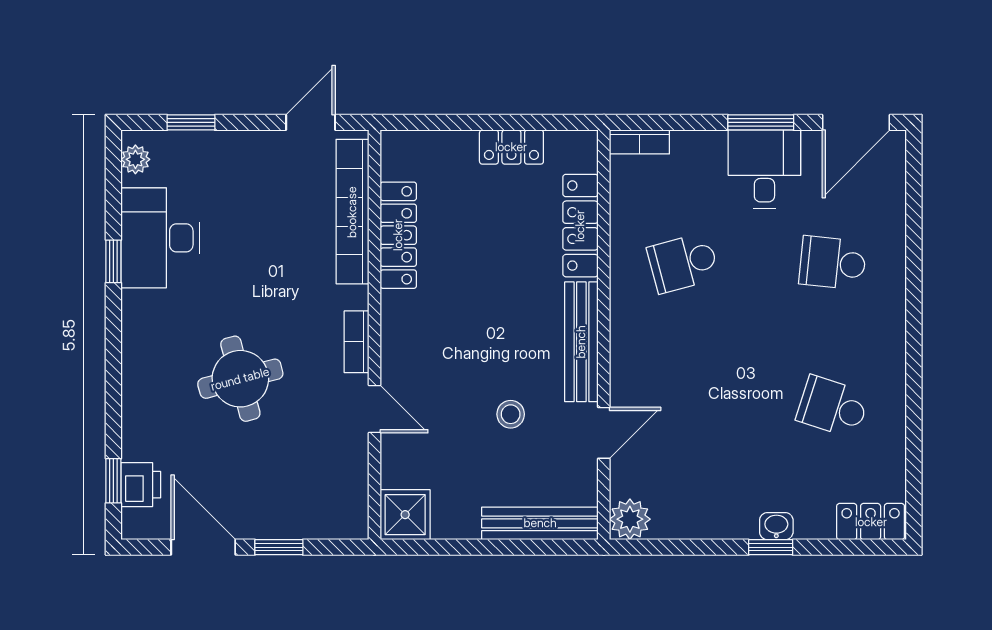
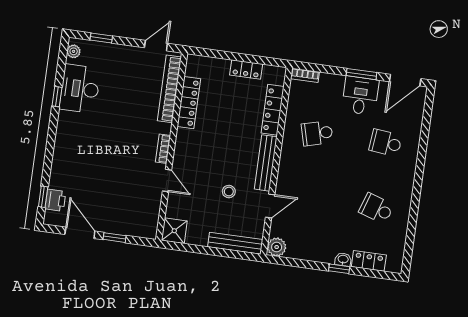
round table: (240, 379) -> (108, 158), removed
locker: (871, 522) -> (369, 261), moved

